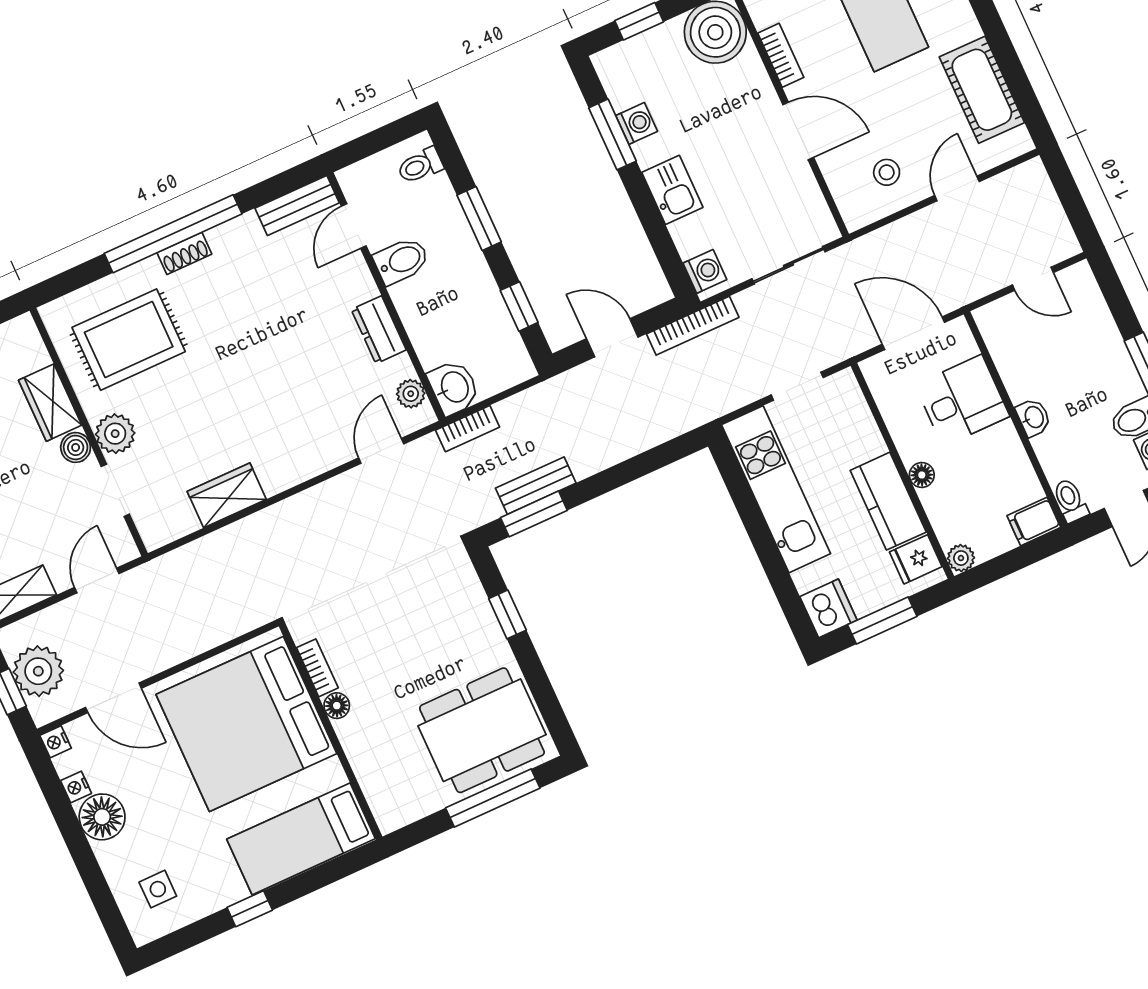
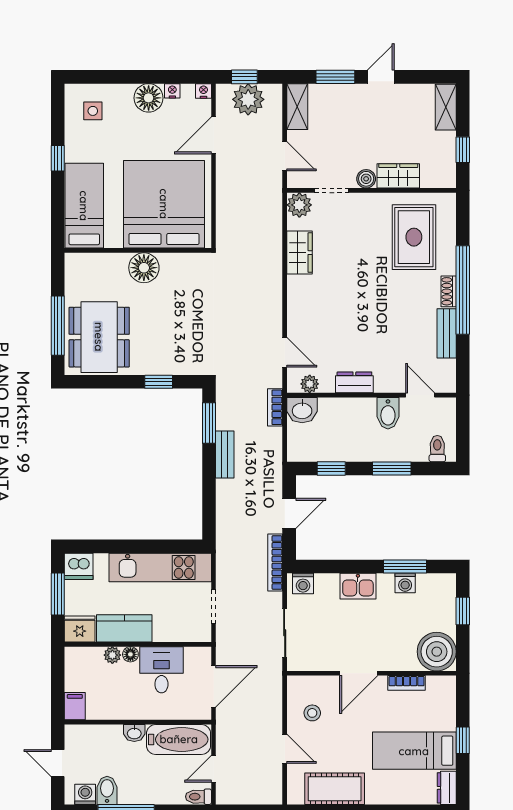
bench: (297, 205) -> (447, 333), moved
bathtub: (1014, 349) -> (179, 739), added
desk: (962, 401) -> (161, 670), moved, turned 180
plant: (115, 434) -> (299, 205), moved
bench: (536, 486) -> (225, 455), moved
toilet: (1070, 501) -> (198, 797), moved, turned 180
plant: (961, 558) -> (112, 655), moved
fridge: (916, 559) -> (80, 629), width x1.38
bookcase: (317, 668) -> (178, 259), removed
floor lamp: (337, 706) -> (144, 268), width x1.89, depth x1.89

